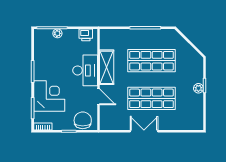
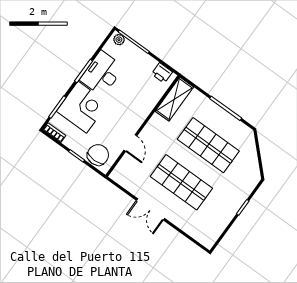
plant: (57, 33) -> (119, 40), moved
shelving: (107, 67) -> (174, 99), moved
desk: (85, 70) -> (102, 73), moved, turned 180
plant: (198, 88) -> (235, 206), removed
double door: (144, 131) -> (151, 209), swing flipped

